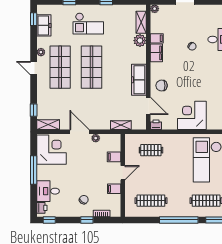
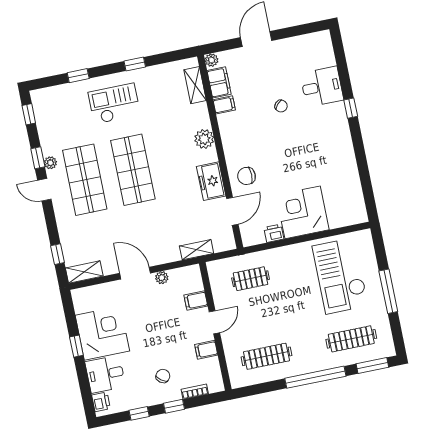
checkout: (88, 23) -> (114, 104), turned 180
freezer: (44, 25) -> (47, 121), removed
plant: (140, 41) -> (204, 139), moved
window: (34, 47) -> (38, 158), added
filing cabinet: (156, 53) -> (219, 82), moved
freezer: (139, 80) -> (211, 181), width x0.71
door: (148, 106) -> (232, 211), hinge flipped
printer: (156, 125) -> (274, 233), moved
corner desk: (52, 150) -> (102, 333), moved
window: (34, 170) -> (76, 346), width x0.46
window: (49, 220) -> (139, 413), moved

